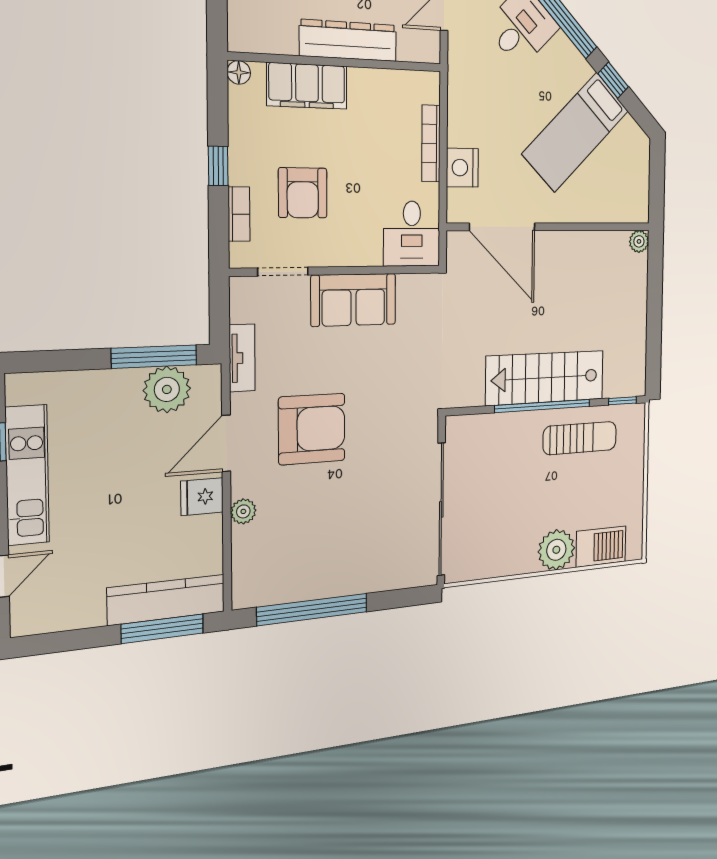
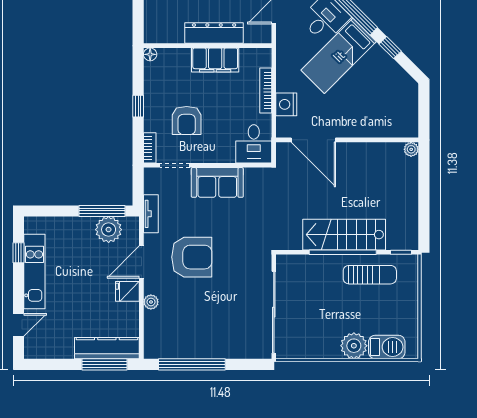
filing cabinet: (307, 86) -> (215, 60), moved
bed: (576, 132) -> (339, 56), moved
bookcase: (239, 214) -> (150, 148), moved

